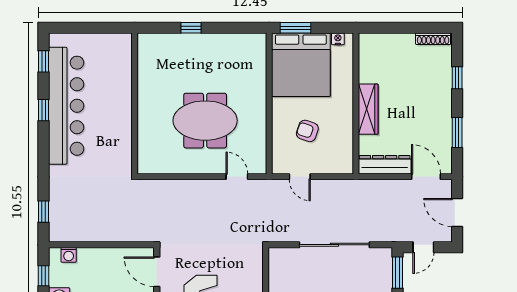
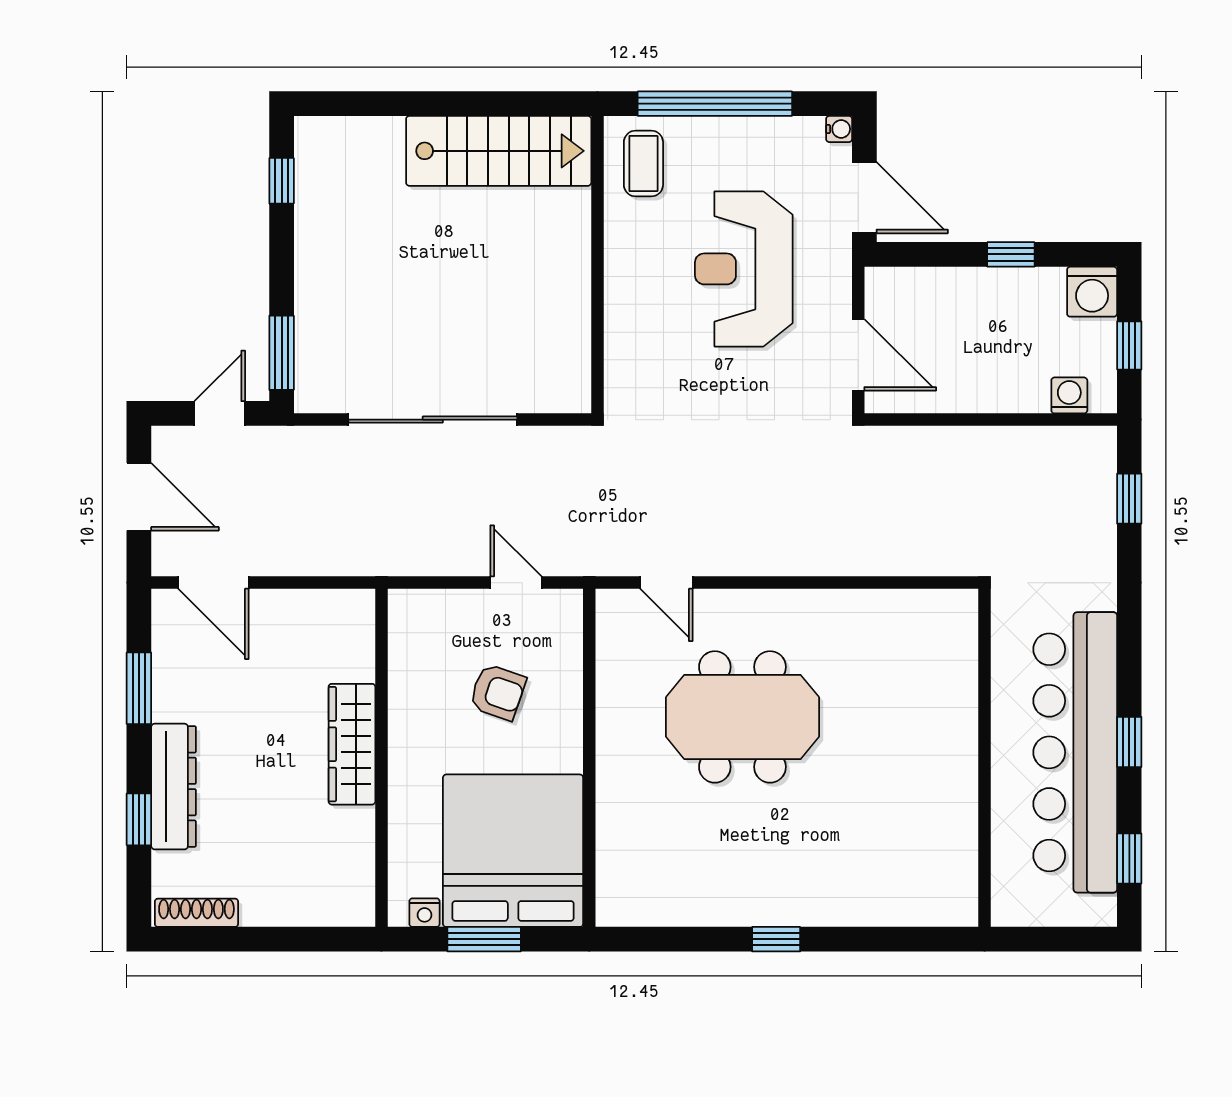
window: (296, 28) -> (484, 939), moved
wall: (135, 103) -> (985, 758), moved
dresser: (385, 165) -> (174, 787), moved, turned -90

